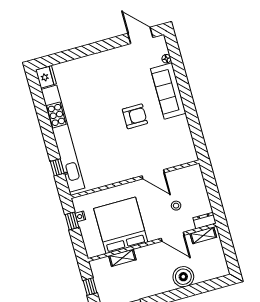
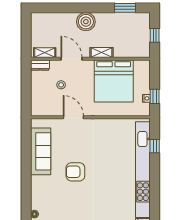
sofa: (168, 91) -> (41, 151), moved
shelving: (122, 258) -> (101, 52), moved
boiler: (183, 277) -> (86, 22), moved

